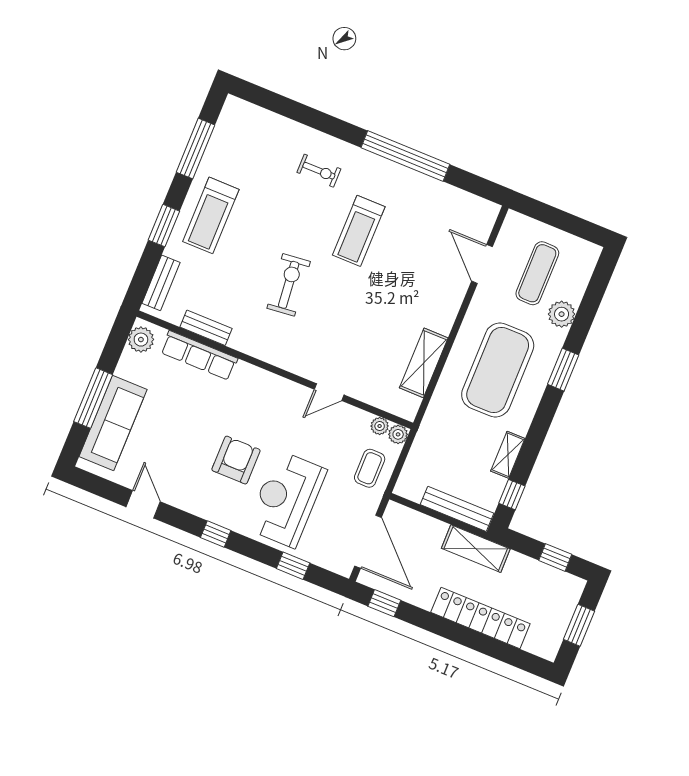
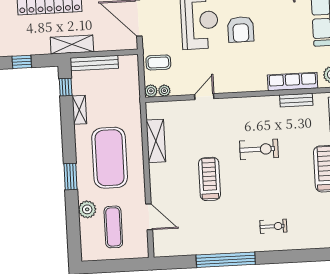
exercise bike: (319, 171) -> (273, 226), turned 180
treadmill: (359, 231) -> (209, 179), moved
exercise bike: (289, 285) -> (259, 149), turned -84
coffee table: (370, 468) -> (158, 62), turned 90

